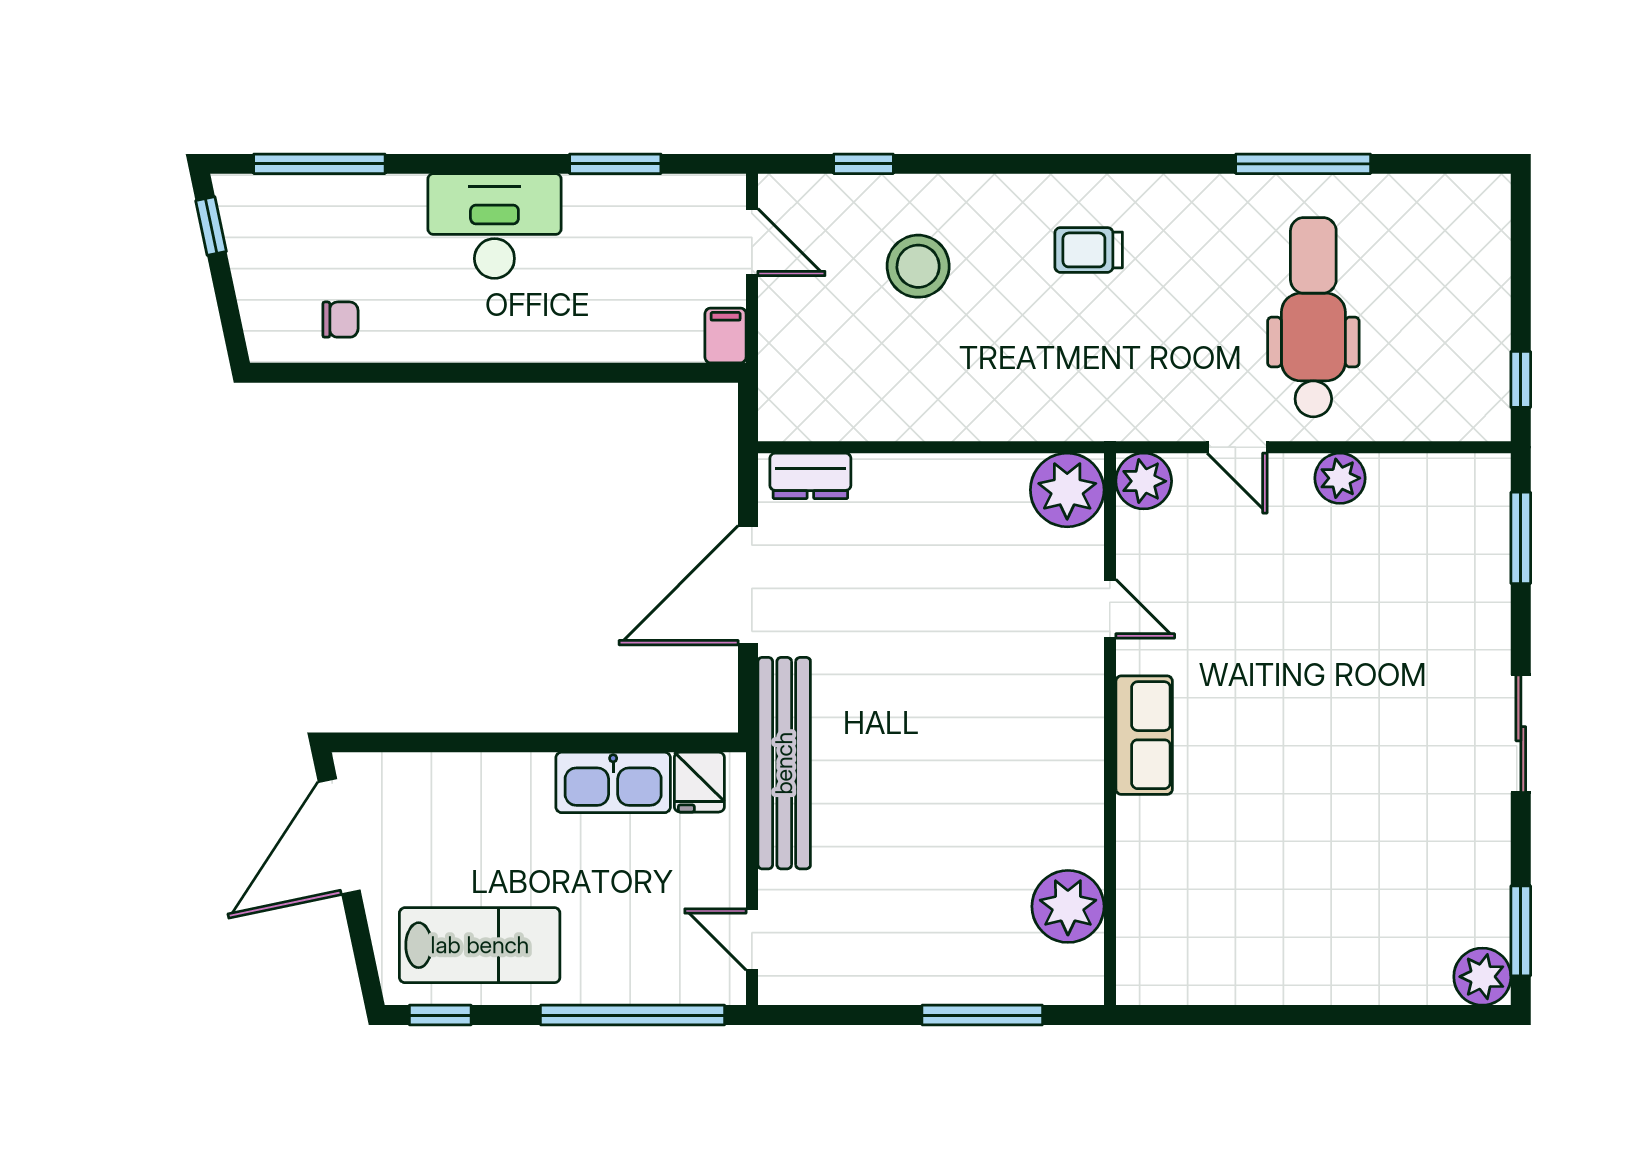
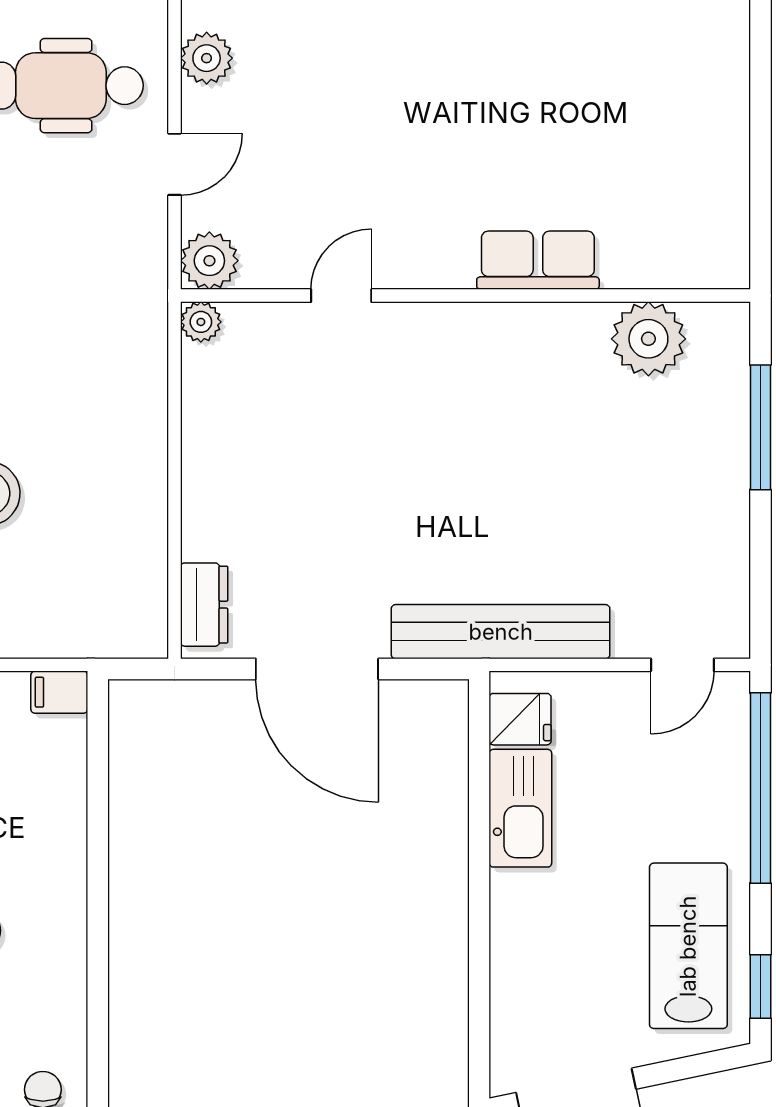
plant: (1067, 490) -> (201, 322), width x0.53, depth x0.53
row of seats: (1144, 735) -> (538, 260), moved

